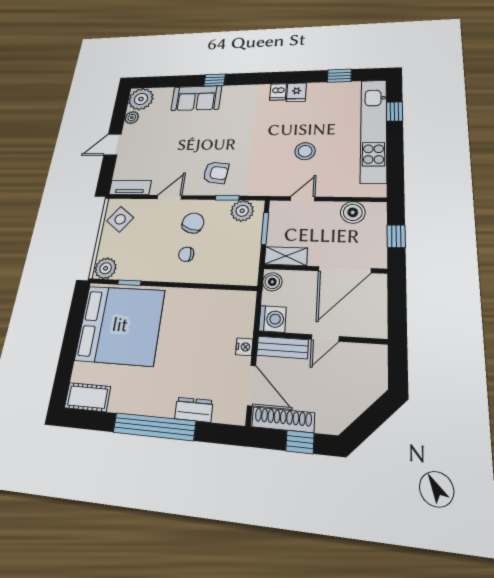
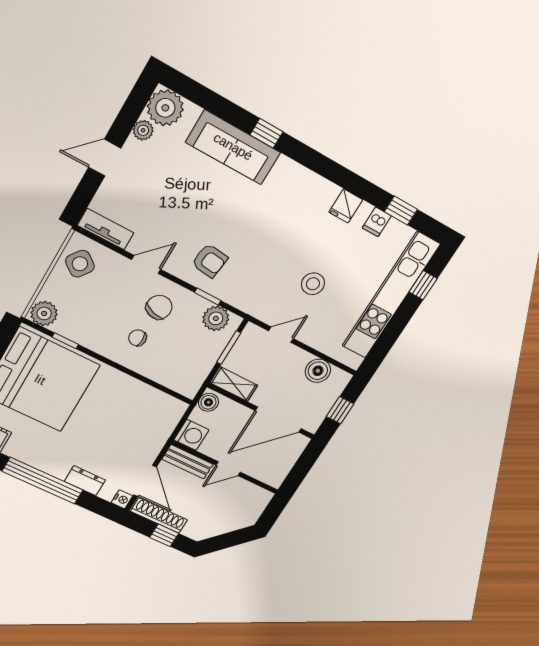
dishwasher: (278, 92) -> (377, 222), moved
sofa: (196, 98) -> (233, 147), width x1.36
nightstand: (244, 347) -> (122, 499), moved

